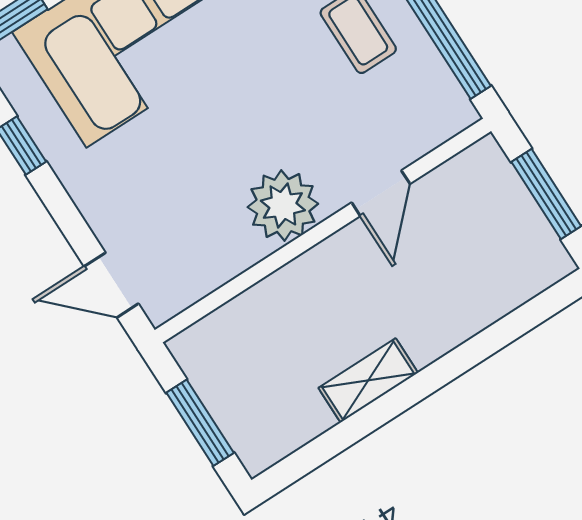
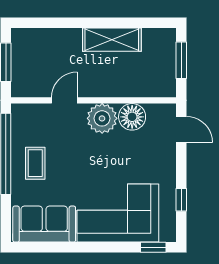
floor lamp: (225, 247) -> (132, 117), added
shelving: (368, 380) -> (112, 40), width x1.50, depth x1.33

